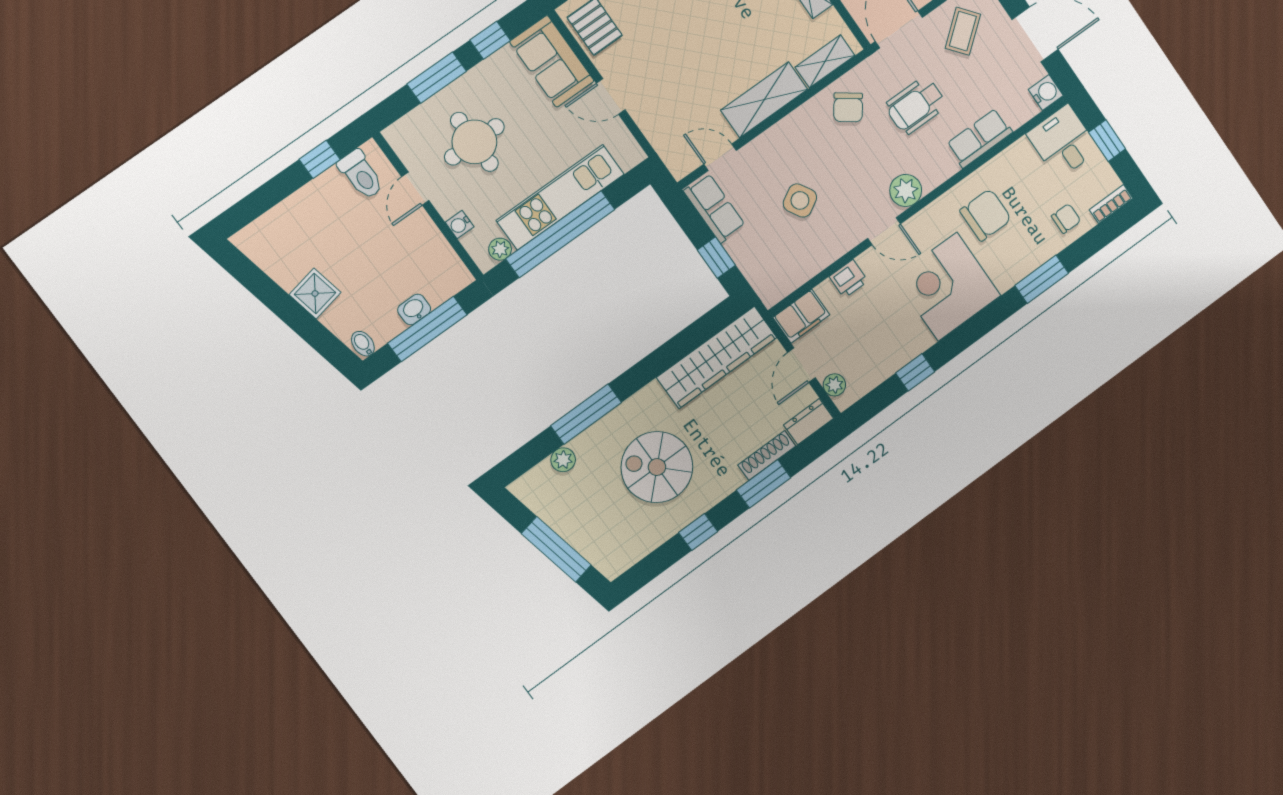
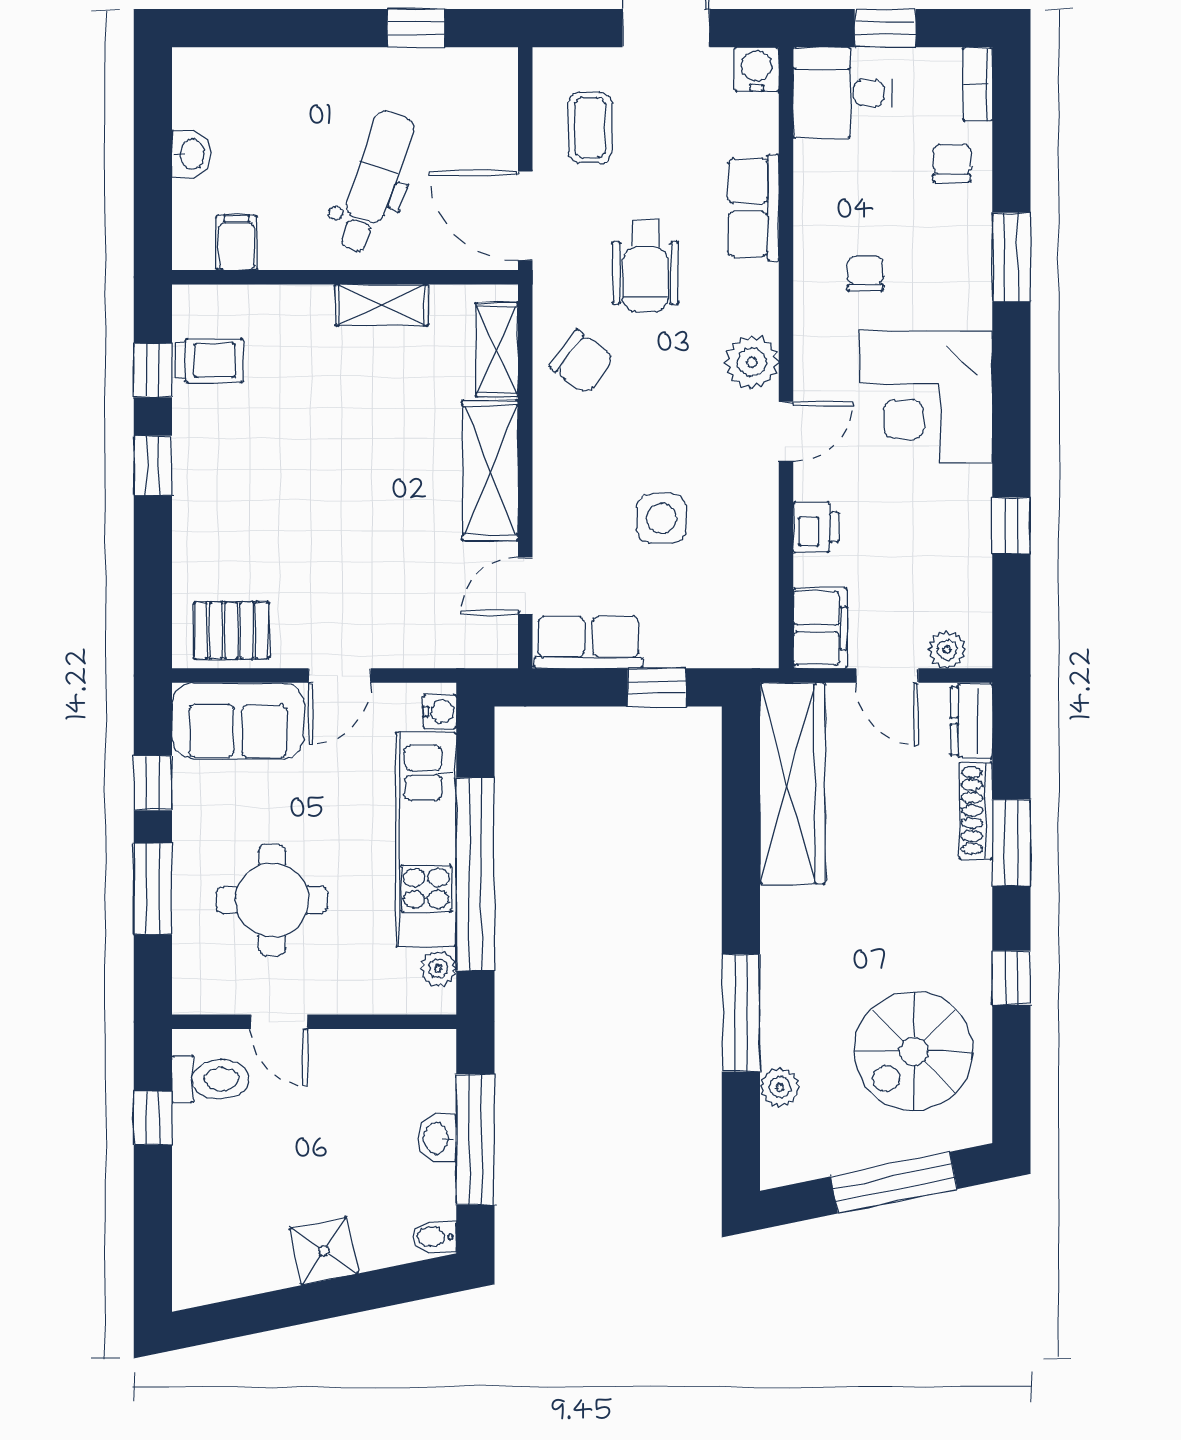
coffee table: (963, 31) -> (590, 128), turned 39
side table: (800, 200) -> (661, 518), turned 30
chair: (986, 215) -> (865, 274), width x0.54, depth x0.54
water cooler: (460, 225) -> (440, 712), moved, turned -90
spiral stairs: (657, 467) -> (914, 1051), moved

